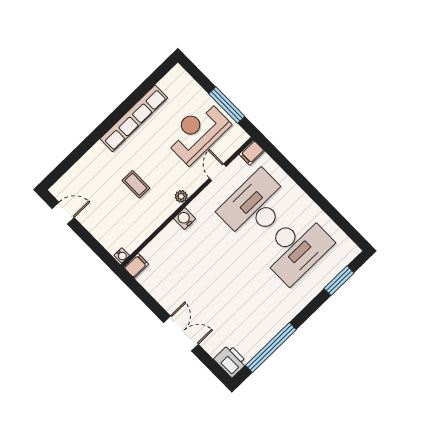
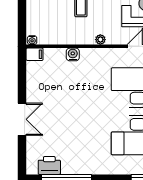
water cooler: (185, 219) -> (73, 54), moved
printer: (231, 361) -> (49, 165), moved, turned -90

